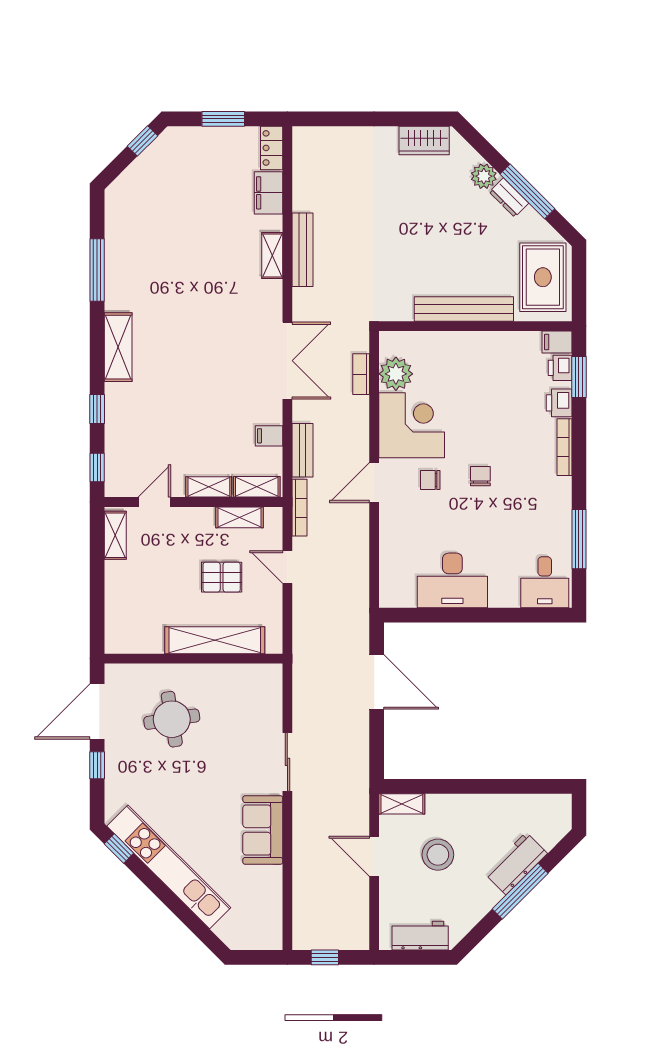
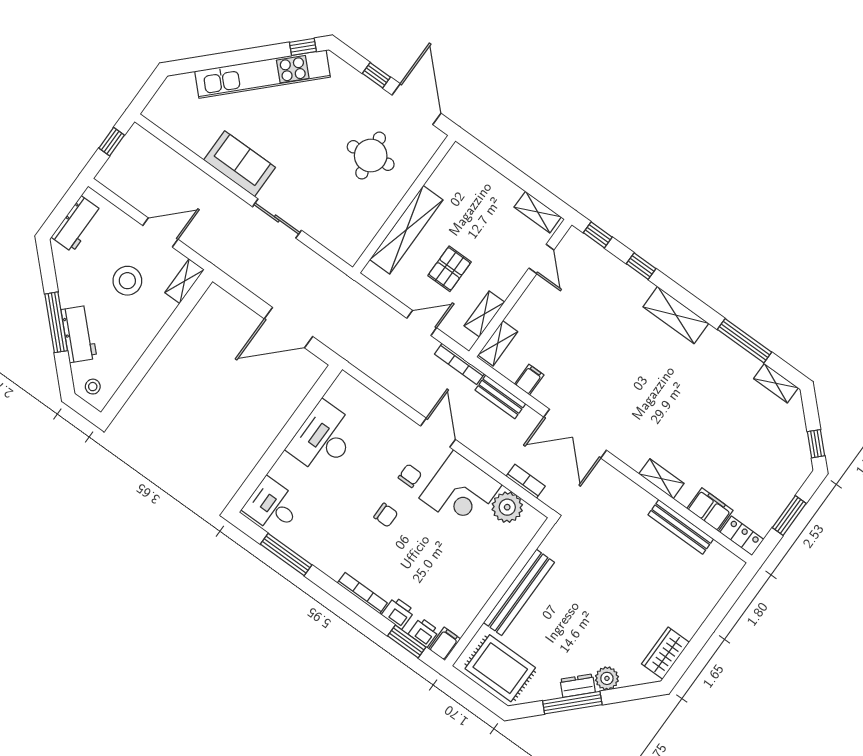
bench: (303, 250) -> (681, 527), moved
shelving: (209, 487) -> (776, 383), moved, turned 90
stool: (554, 818) -> (93, 387), added

